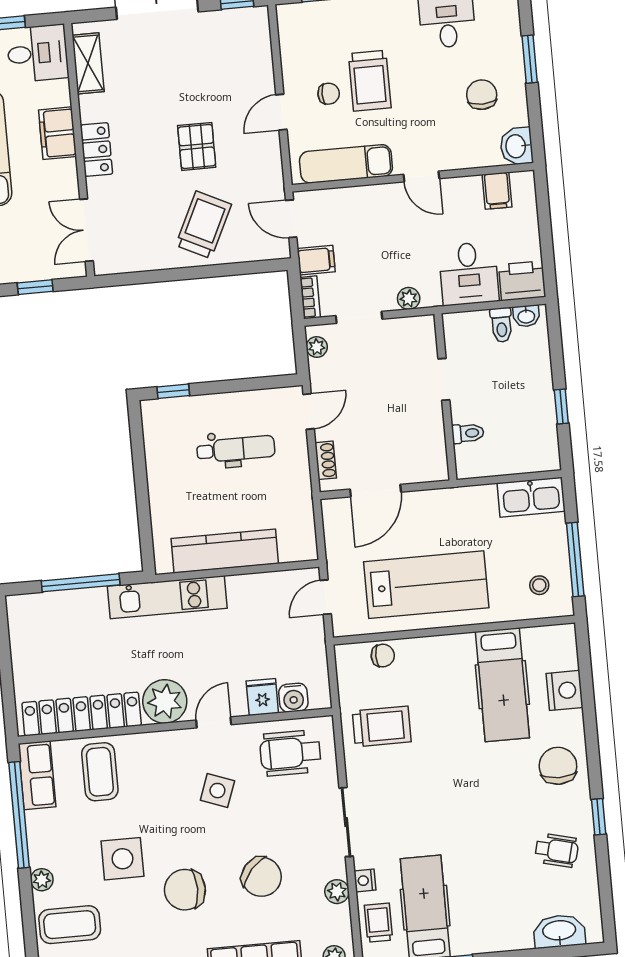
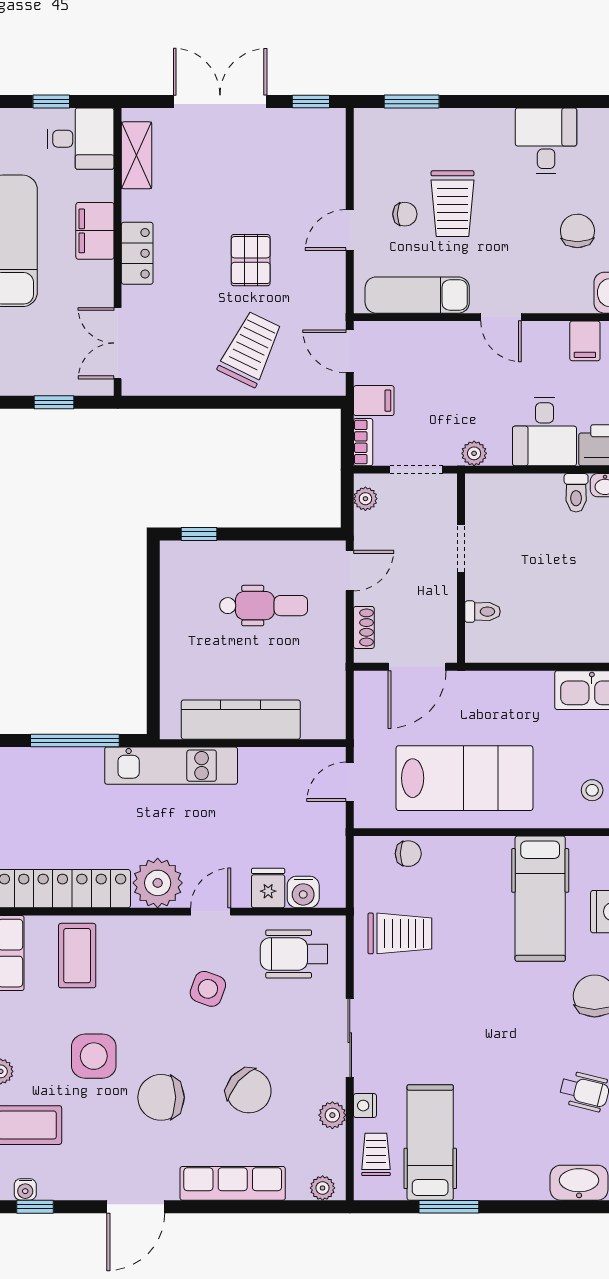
doorway: (444, 379) -> (461, 548), moved
wall: (445, 397) -> (461, 568), moved
toilet: (468, 433) -> (483, 612), moved

